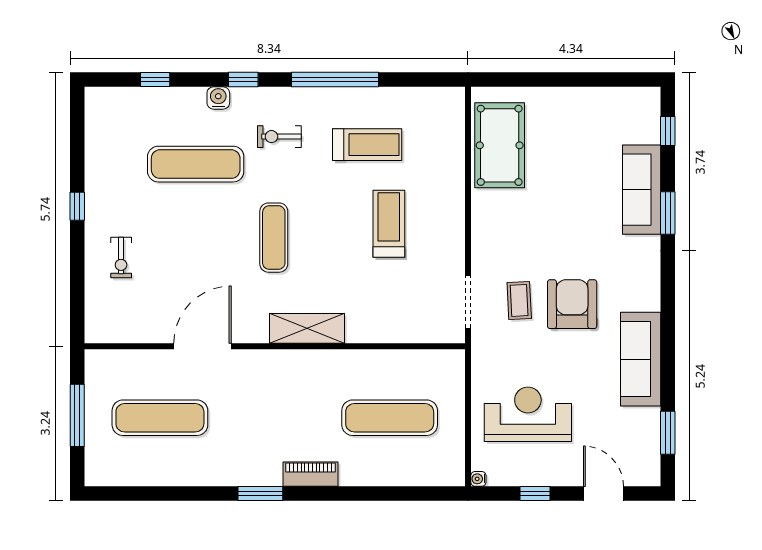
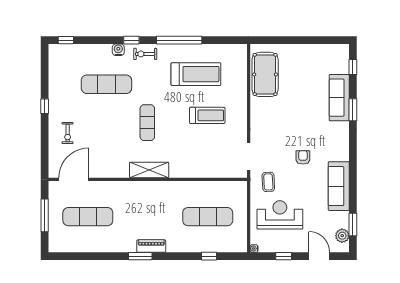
window: (155, 80) -> (66, 40), moved
exercise bike: (279, 137) -> (145, 54), moved
treadmill: (367, 145) -> (196, 74), width x1.37, depth x1.38
treadmill: (389, 224) -> (207, 115), turned 90
coffee table: (519, 300) -> (268, 182), moved
armchair: (572, 304) -> (303, 157), width x0.53, depth x0.53
shelving: (307, 328) -> (149, 170), moved
door: (203, 346) -> (74, 179), moved
plant: (647, 454) -> (342, 236), added
piano: (311, 474) -> (151, 246), moved
window: (392, 494) -> (209, 256), added

